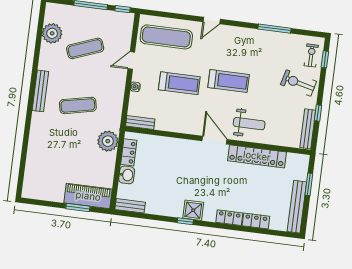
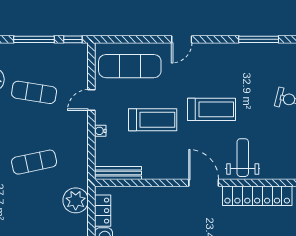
exercise mat: (85, 48) -> (34, 92), turned 30
bench: (140, 123) -> (118, 173), width x1.36
weight bench: (249, 124) -> (243, 158), turned -90

